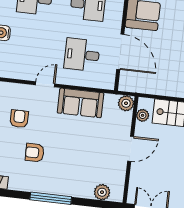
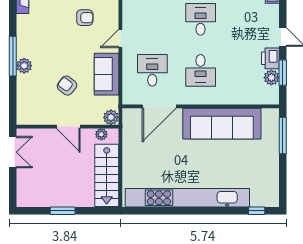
door: (45, 84) -> (120, 39), swing flipped
armchair: (35, 153) -> (67, 86), moved, turned -52
plant: (102, 192) -> (24, 66), moved

